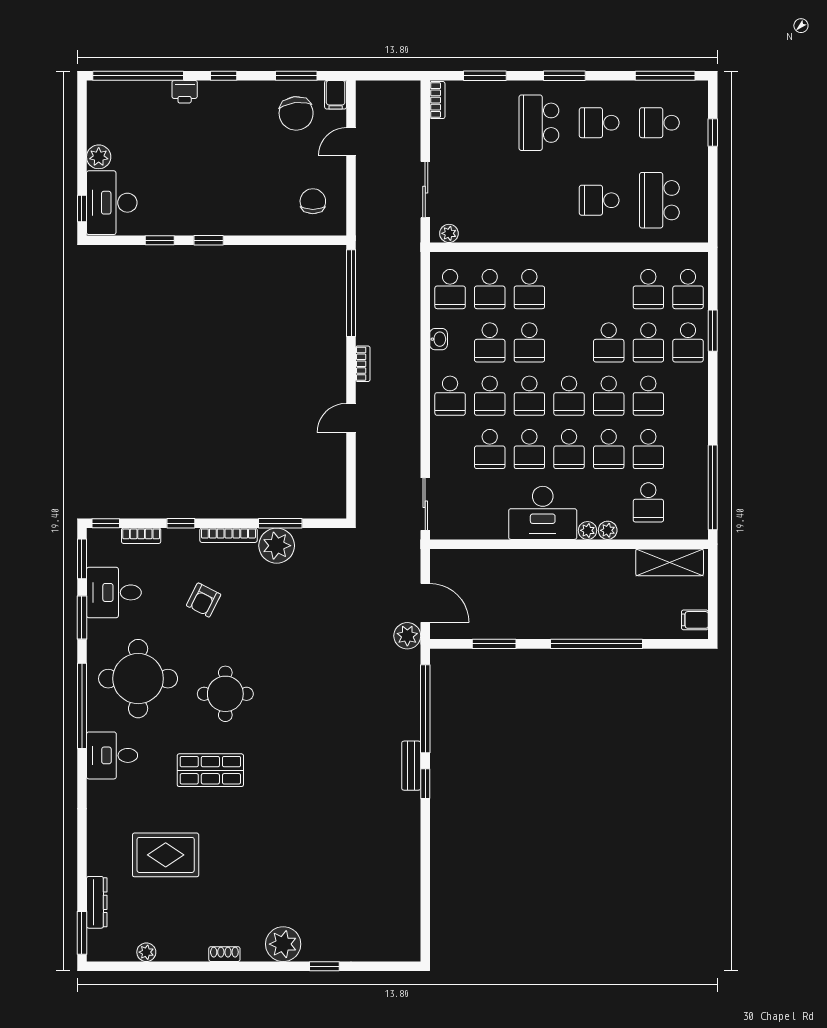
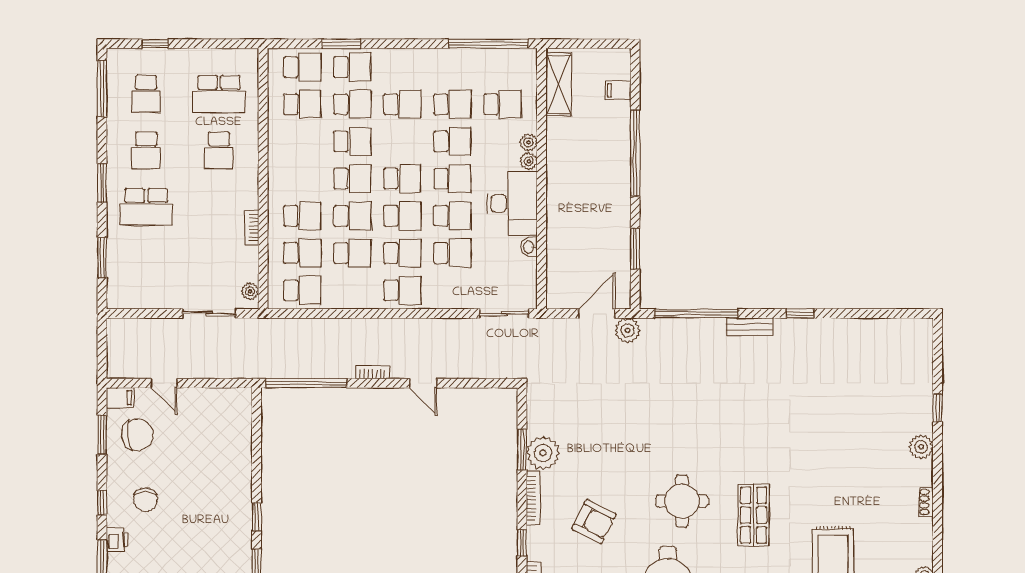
bookcase: (437, 100) -> (252, 228), moved, turned -90
chair: (313, 201) -> (146, 500), moved, turned -90
washbasin: (439, 339) -> (529, 247), moved, turned -90
school desk: (609, 396) -> (352, 179), moved
armchair: (204, 600) -> (594, 521), width x1.38, depth x1.38
filing cabinet: (695, 620) -> (618, 90), moved, turned 90
window: (425, 784) -> (800, 314), moved
plant: (283, 944) -> (921, 447), width x0.73, depth x0.73

